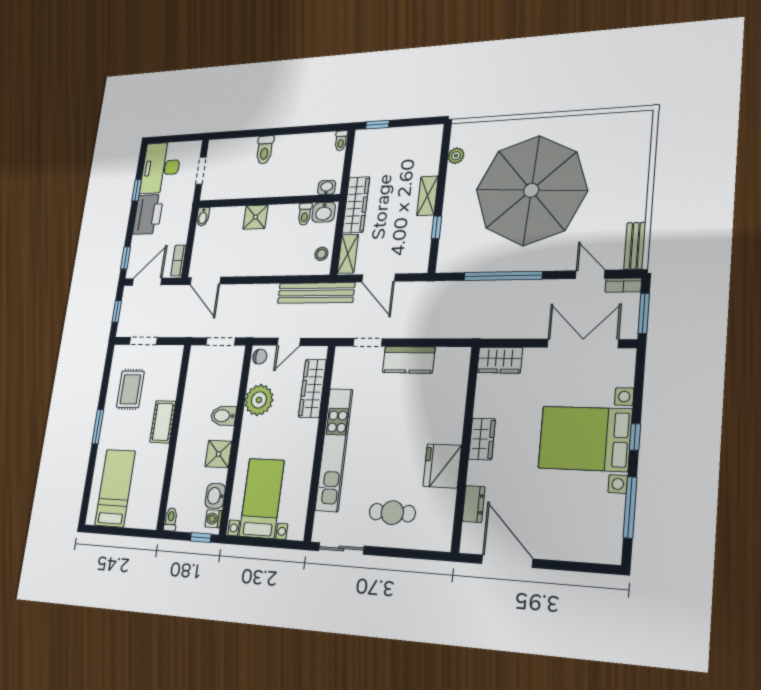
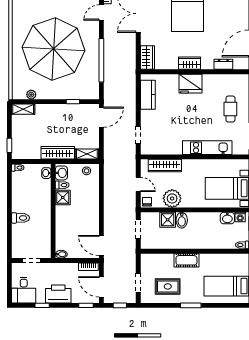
desk: (161, 168) -> (24, 290), width x0.73
shelving: (427, 196) -> (23, 109), moved
shower: (255, 217) -> (63, 197), moved
door: (378, 278) -> (101, 117), moved
door: (205, 281) -> (101, 246), swing flipped
bench: (316, 293) -> (110, 171), removed
kitchen counter: (409, 360) -> (148, 95), moved
kitchen unit: (334, 450) -> (207, 148), width x0.73
shower: (219, 454) -> (168, 220), moved
fridge: (442, 466) -> (190, 84), moved

